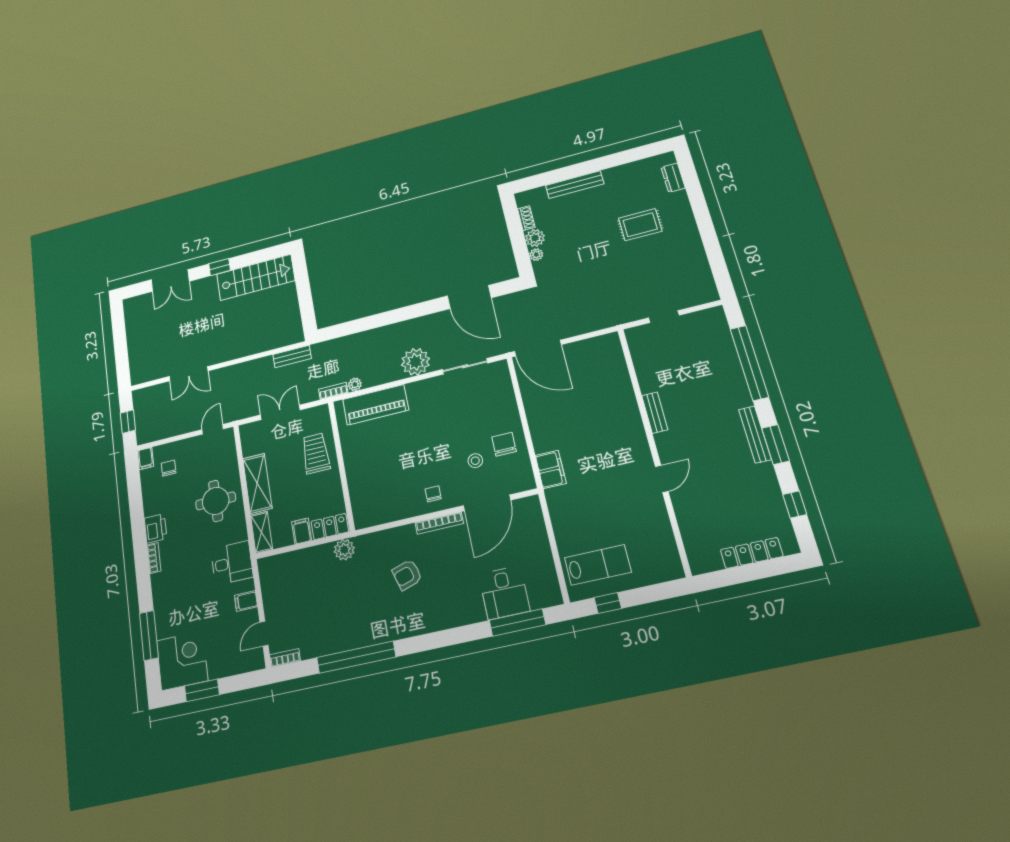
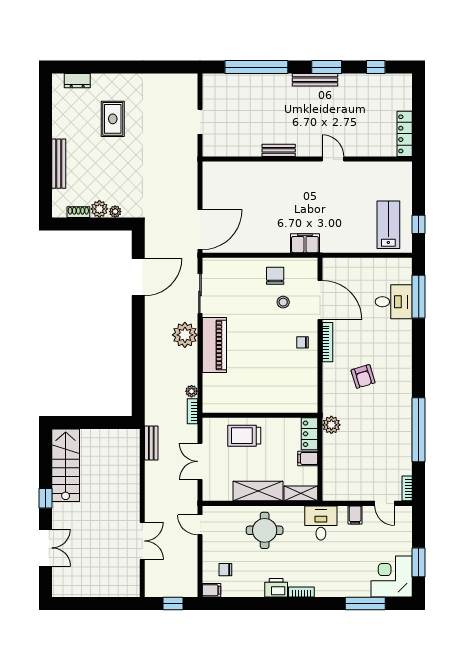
piano: (376, 405) -> (214, 345), moved
chair: (504, 444) -> (275, 276), turned 90
locker: (752, 553) -> (405, 134), moved

